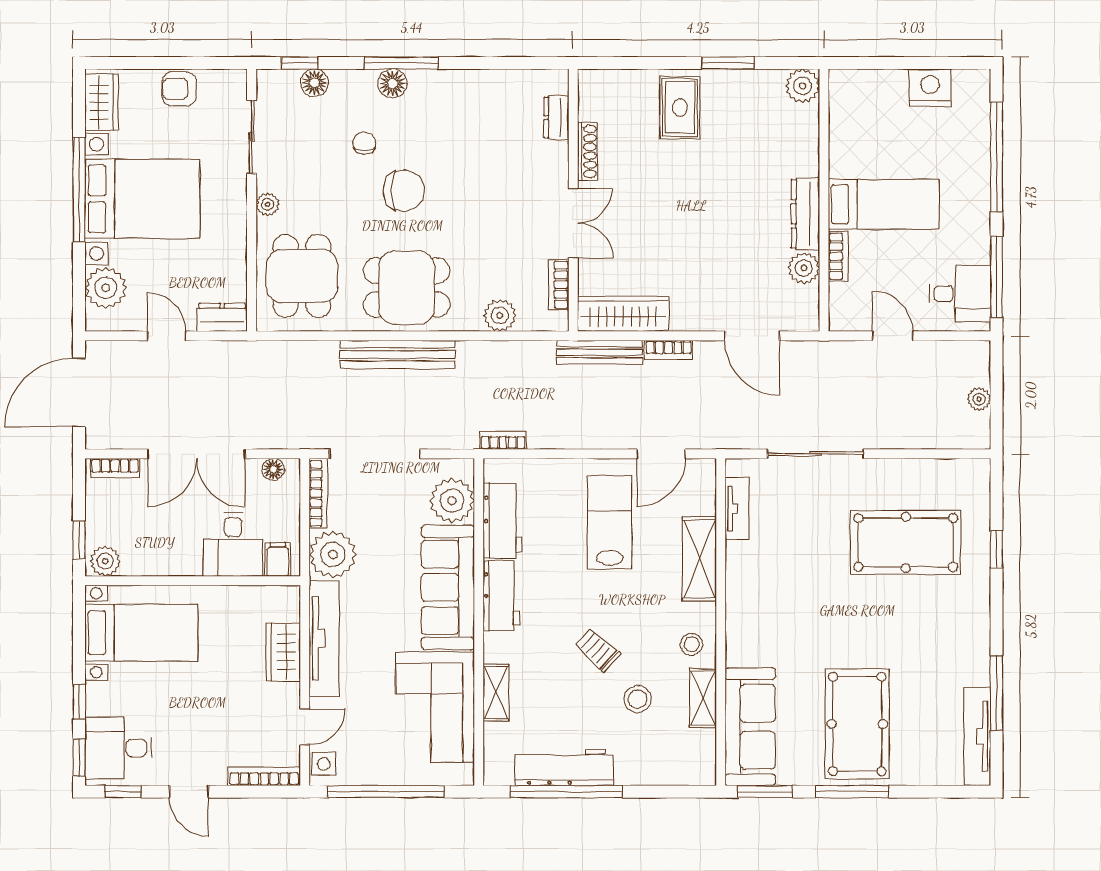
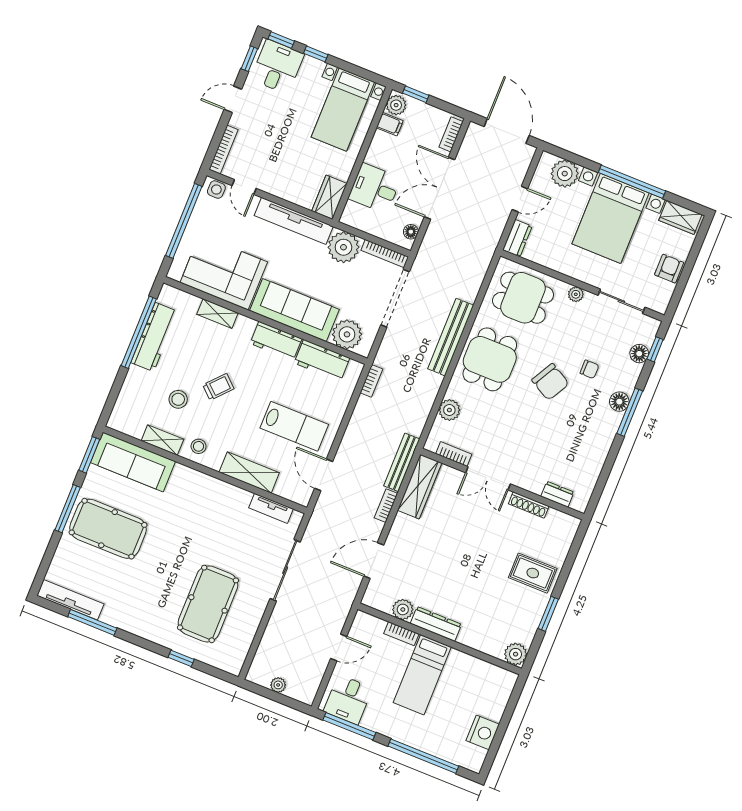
chair: (404, 191) -> (550, 382), turned -61
filing cabinet: (278, 559) -> (390, 124), moved
wardrobe: (283, 652) -> (329, 197), moved, turned -90

